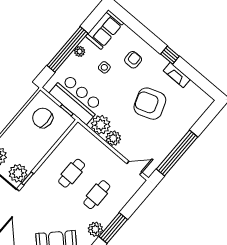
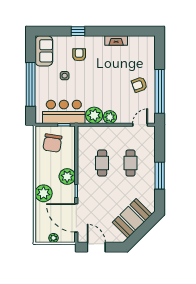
plant: (80, 51) -> (40, 79), removed
window: (170, 55) -> (78, 31), moved
armchair: (150, 104) -> (139, 85), moved, width x0.53, depth x0.53
chair: (43, 118) -> (52, 143), turned -81
plant: (18, 173) -> (67, 177), moved
plant: (95, 229) -> (149, 186), removed

